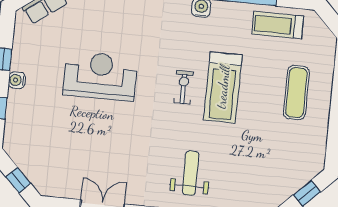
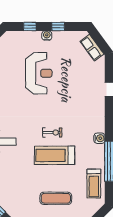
treadmill: (278, 25) -> (94, 184), turned 180
reception desk: (100, 76) -> (39, 73), moved

